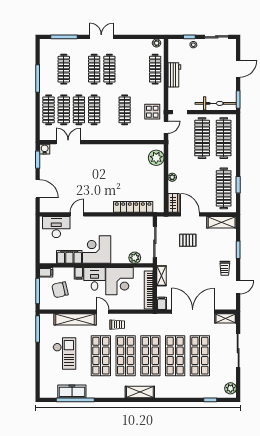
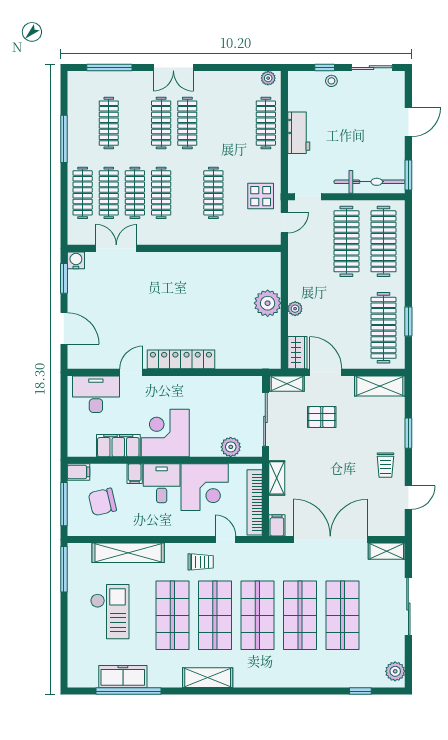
double door: (101, 37) -> (173, 68), swing flipped
plant: (156, 158) -> (268, 303), moved
locker: (133, 207) -> (181, 359), moved
shelving: (167, 221) -> (287, 384), added
door: (103, 312) -> (225, 539), moved
shelving: (140, 392) -> (208, 678), moved

